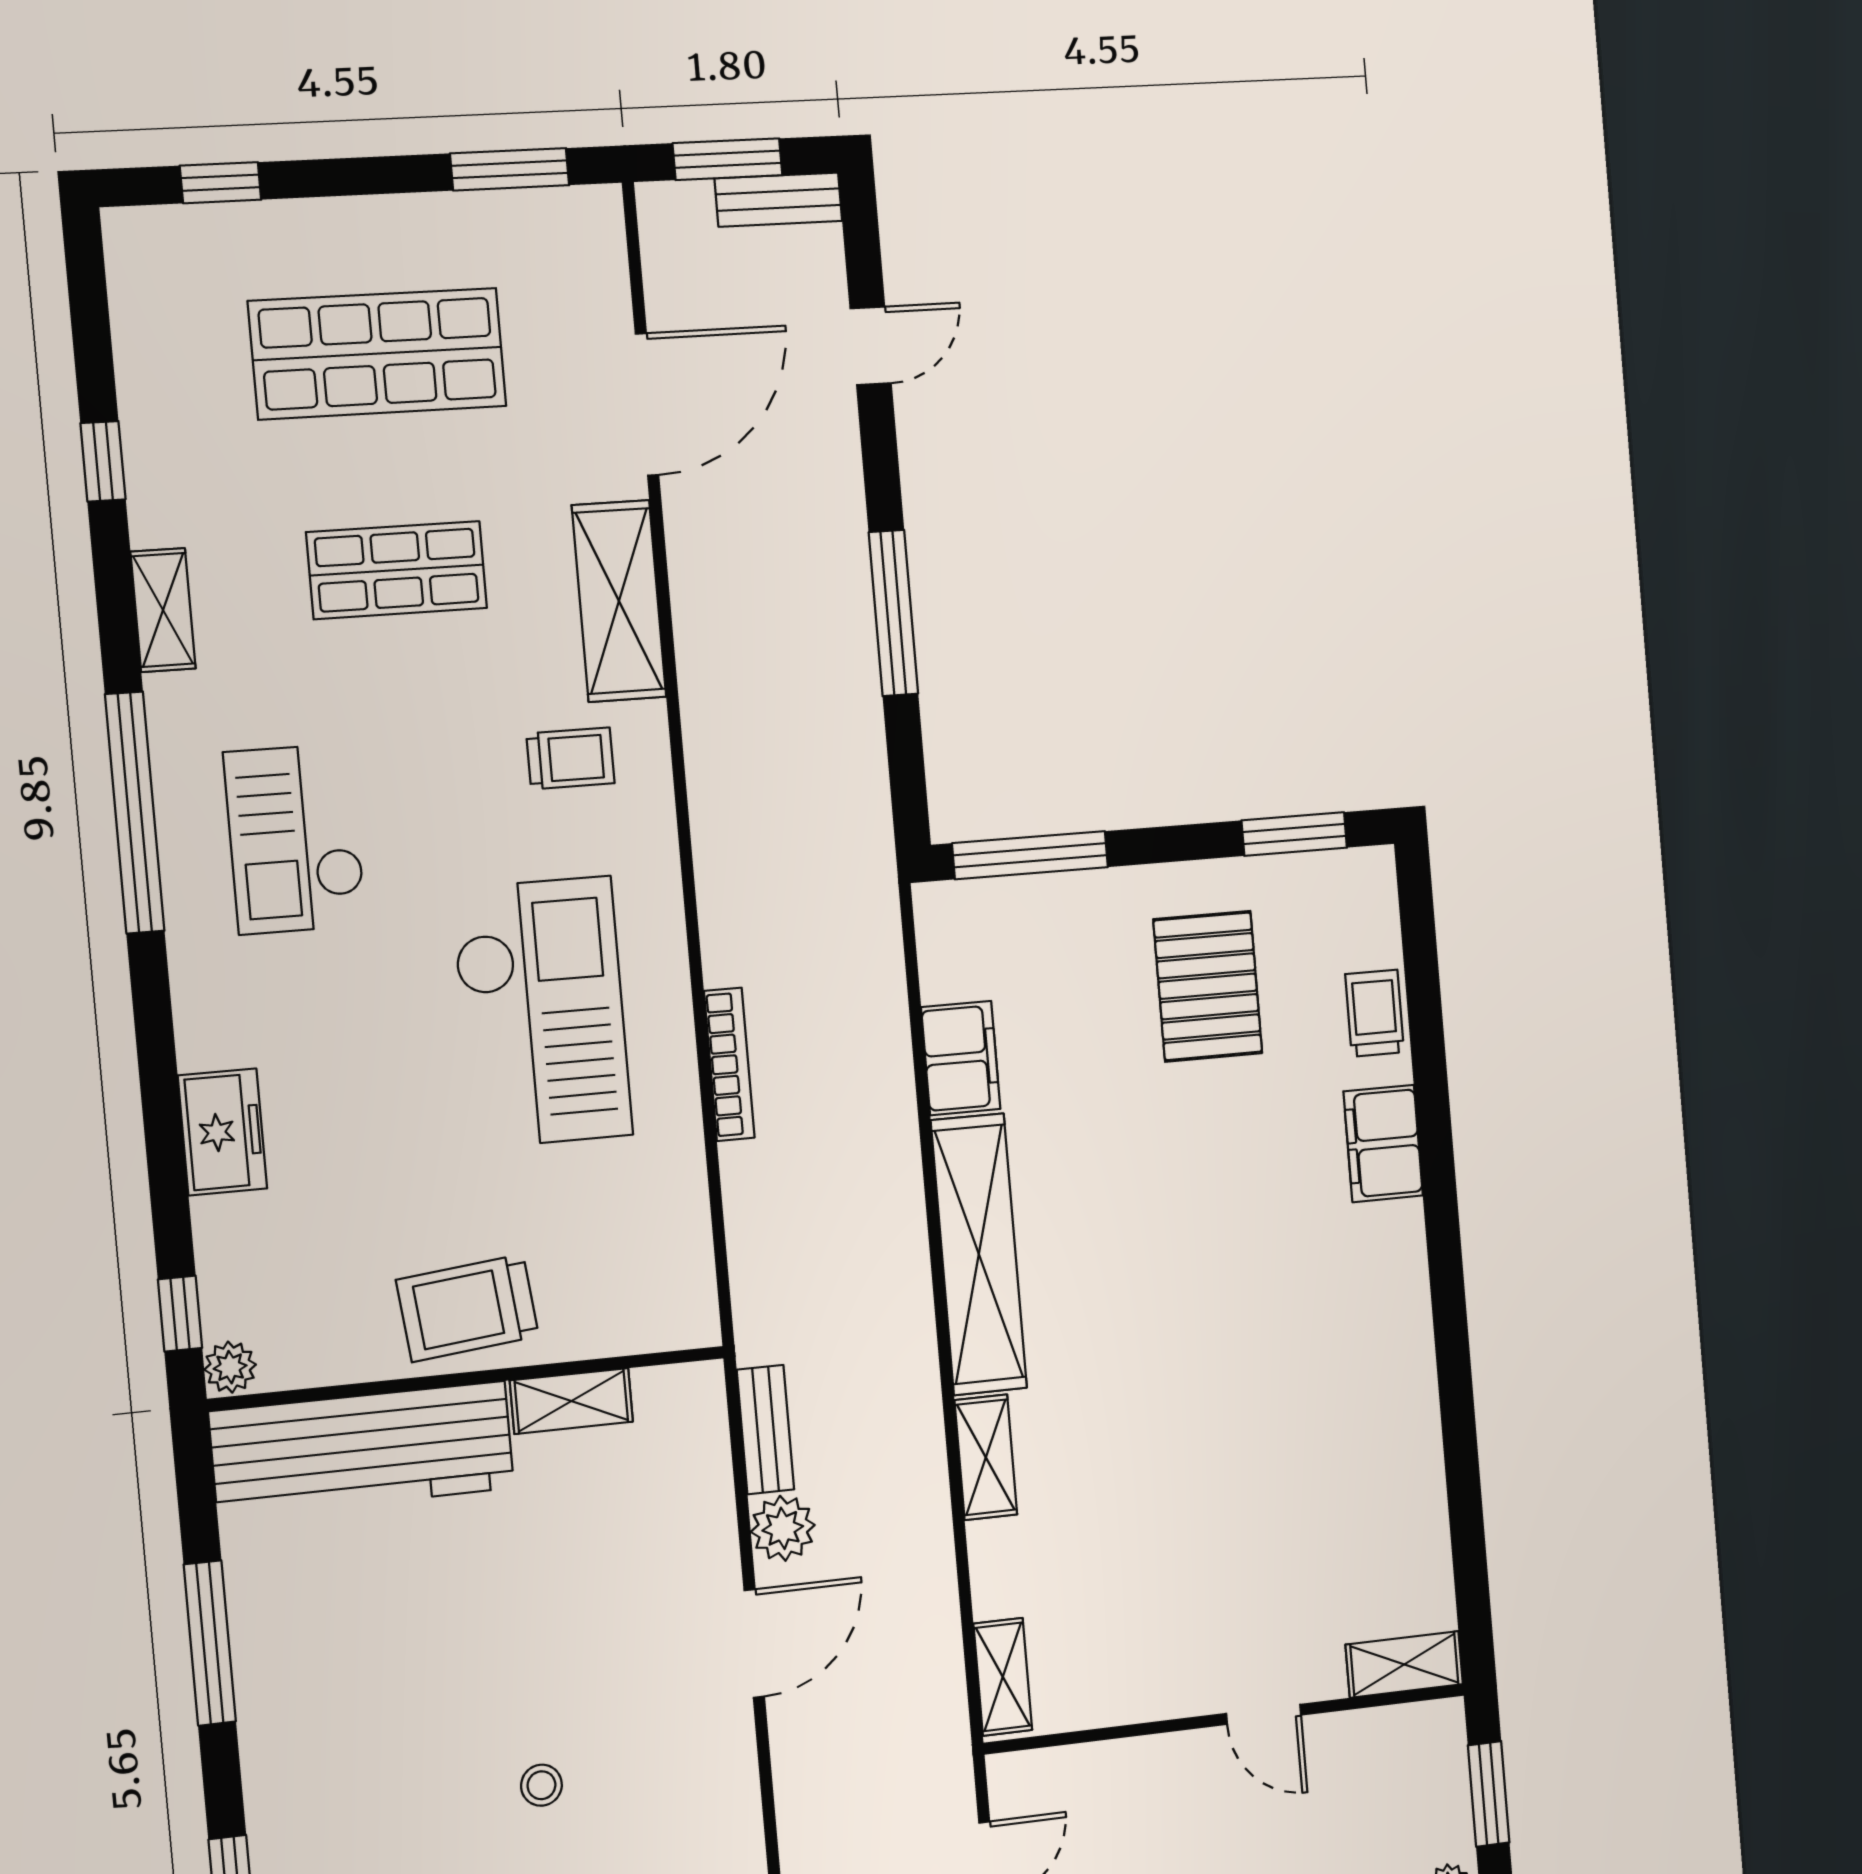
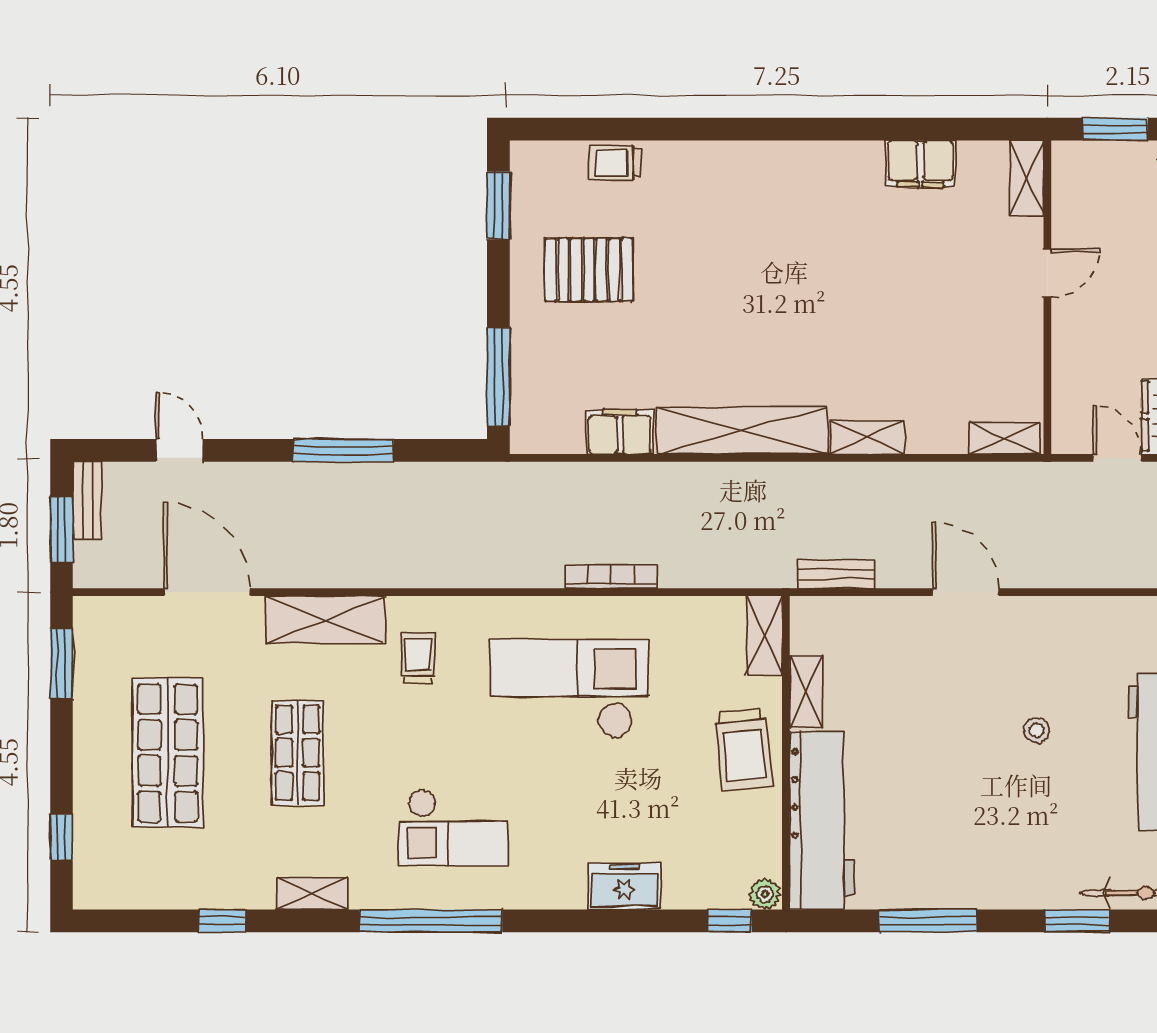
filing cabinet: (1383, 1143) -> (920, 164), moved
shelving: (656, 1323) -> (764, 636), added
plant: (783, 1528) -> (897, 568), removed

